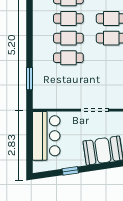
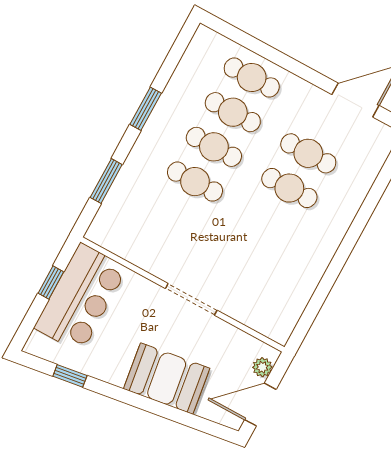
window: (30, 38) -> (146, 109), added
window: (30, 136) -> (51, 282), added
window: (70, 171) -> (70, 376), moved

